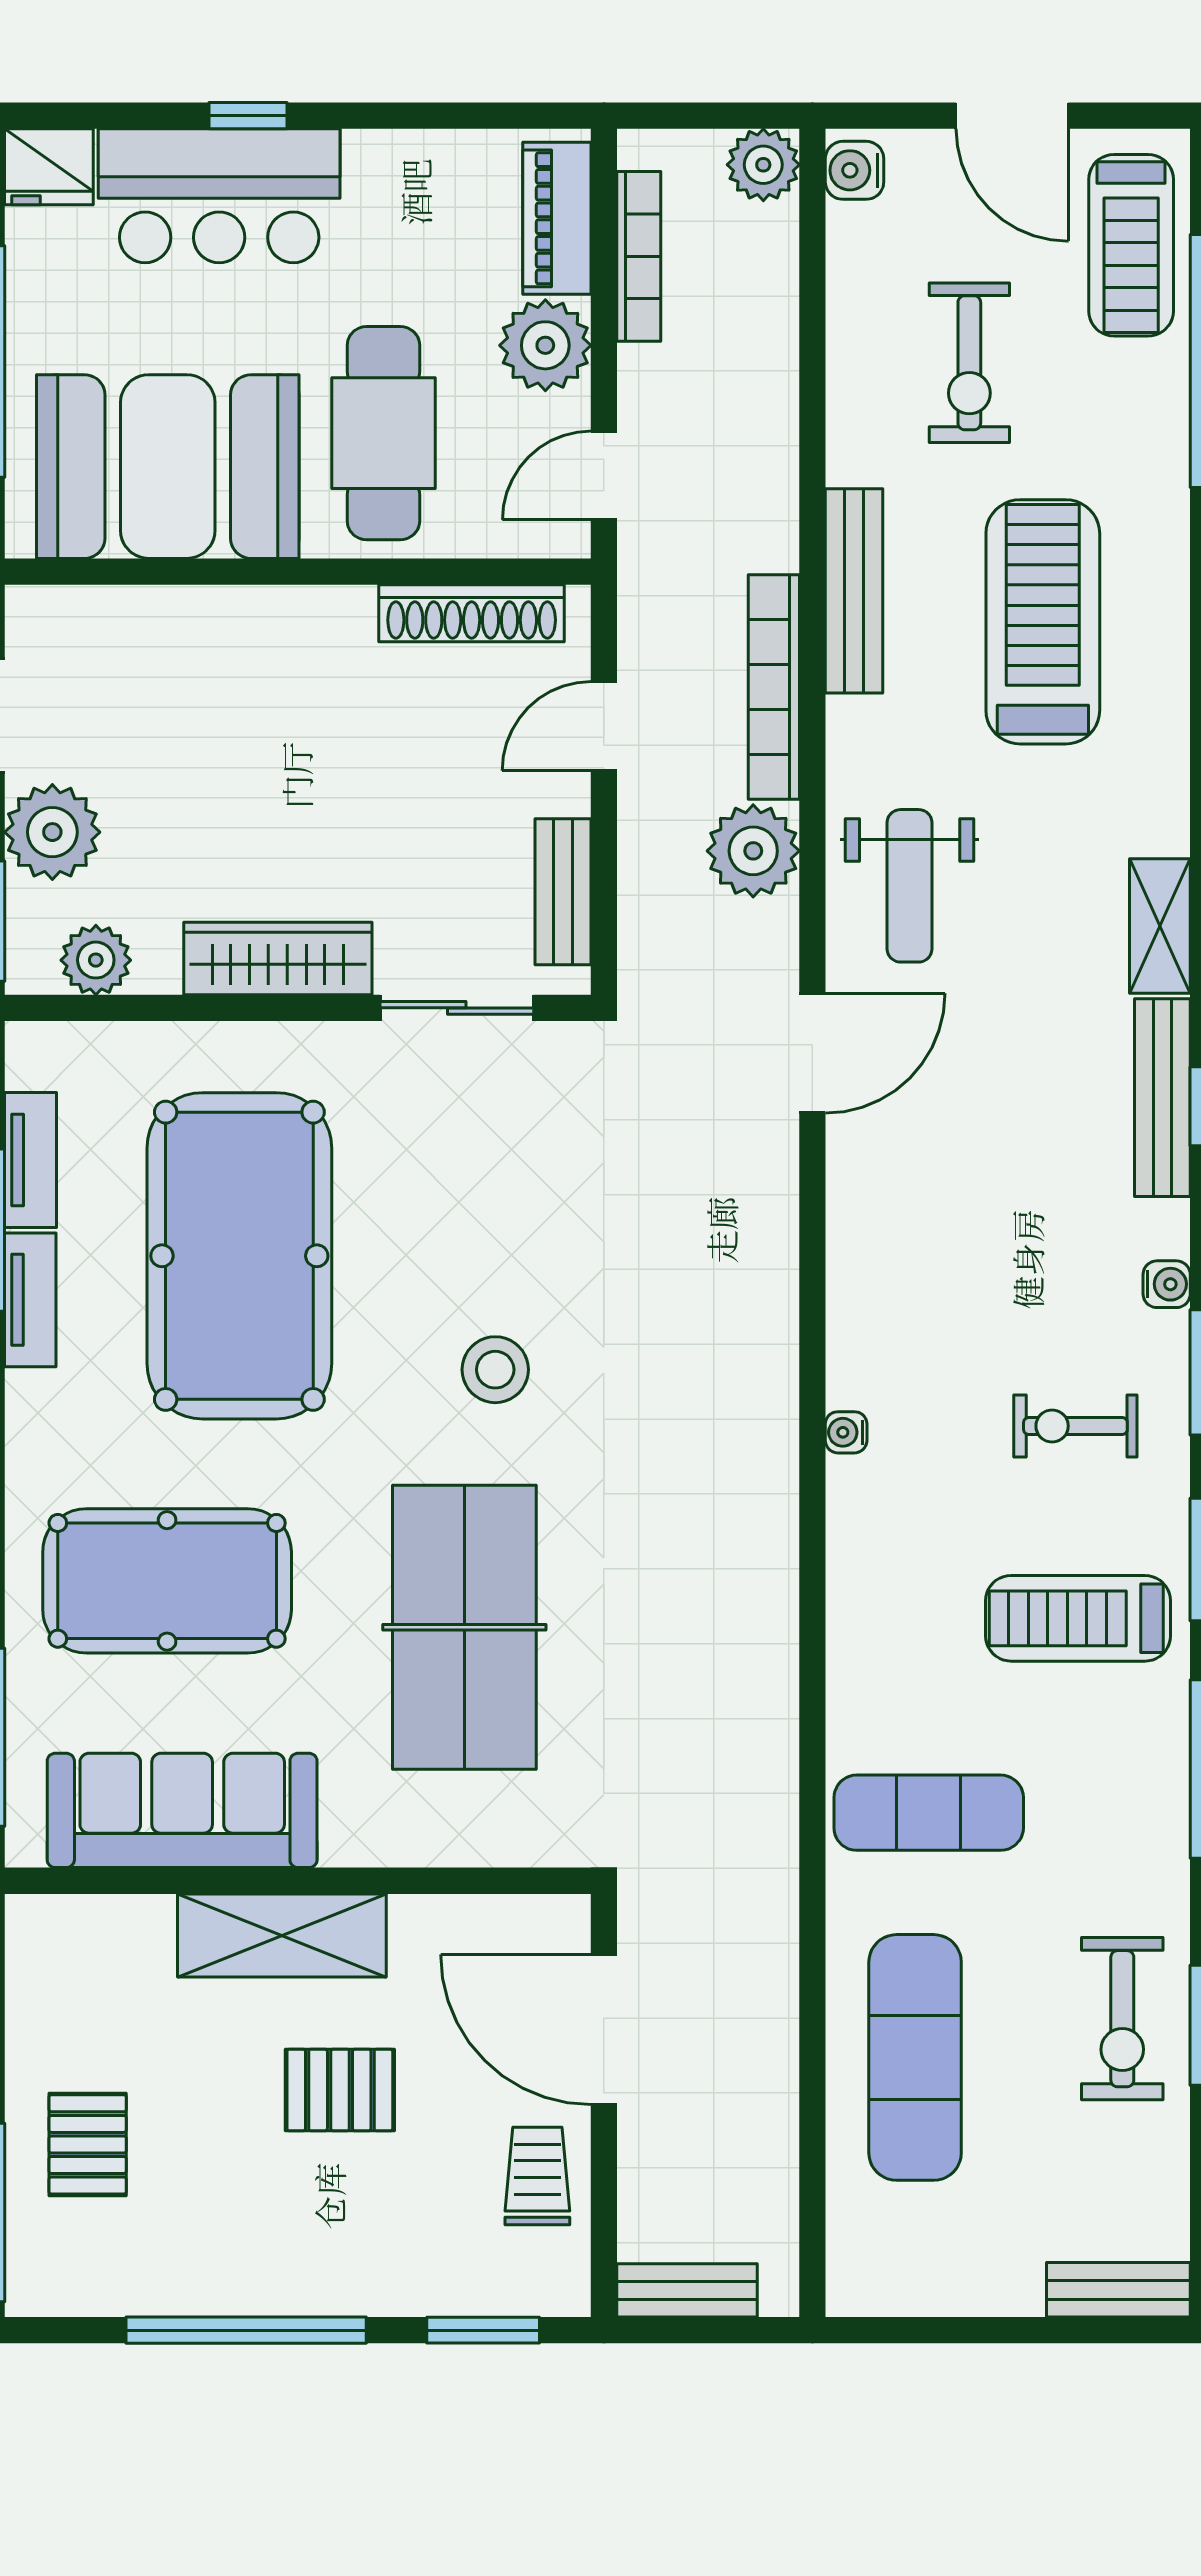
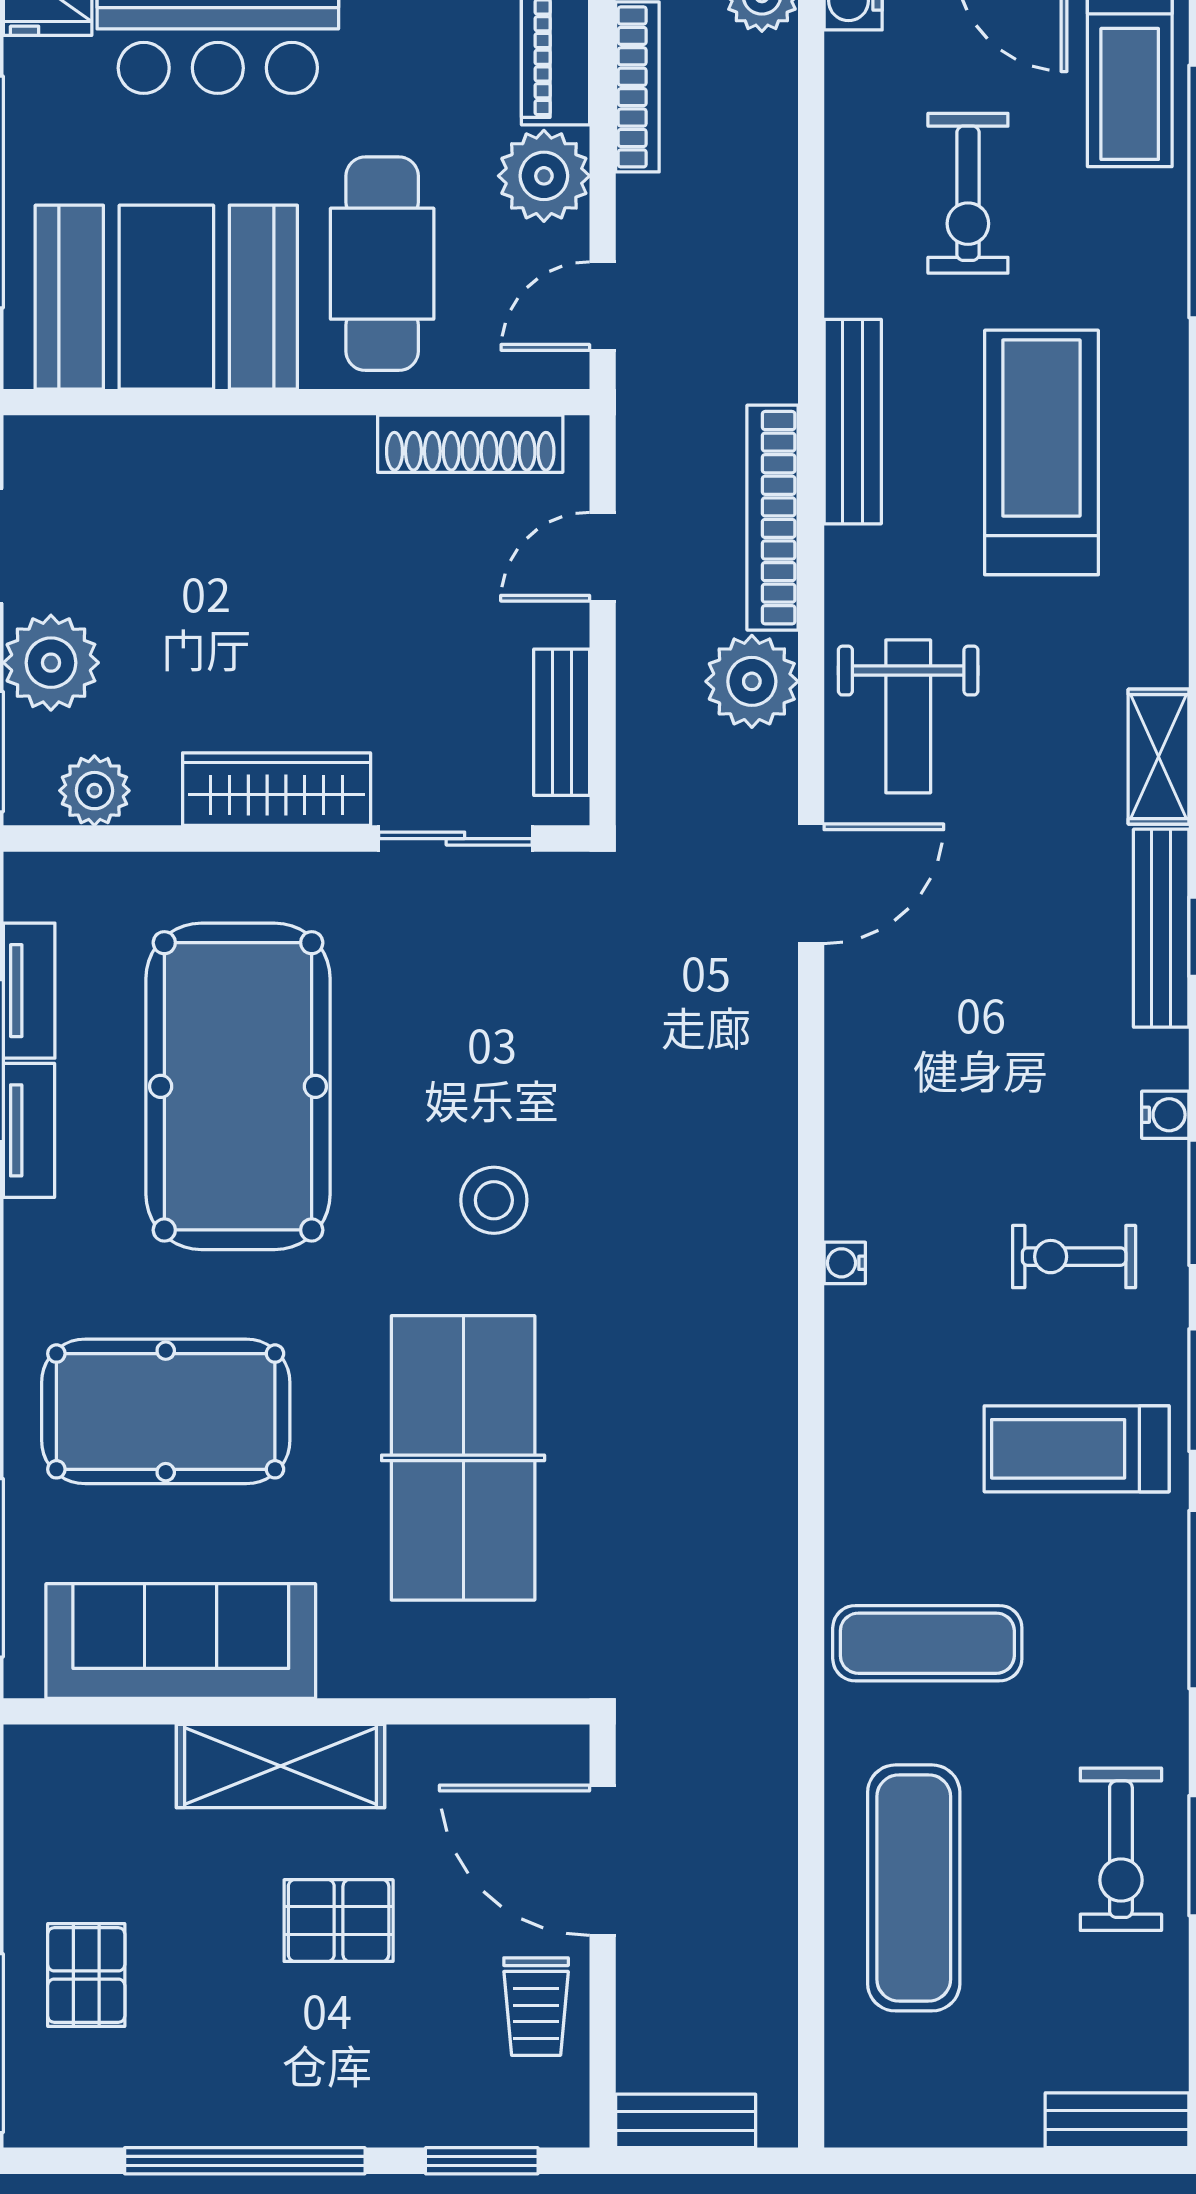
trolley: (537, 2176) -> (536, 2007), turned 180

